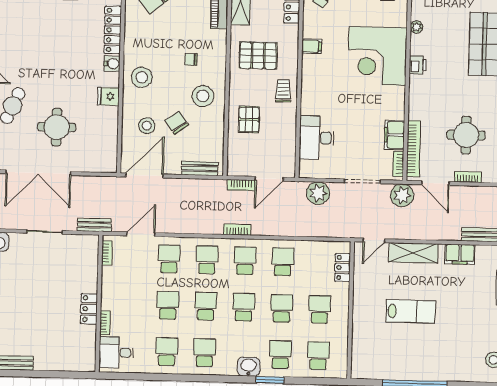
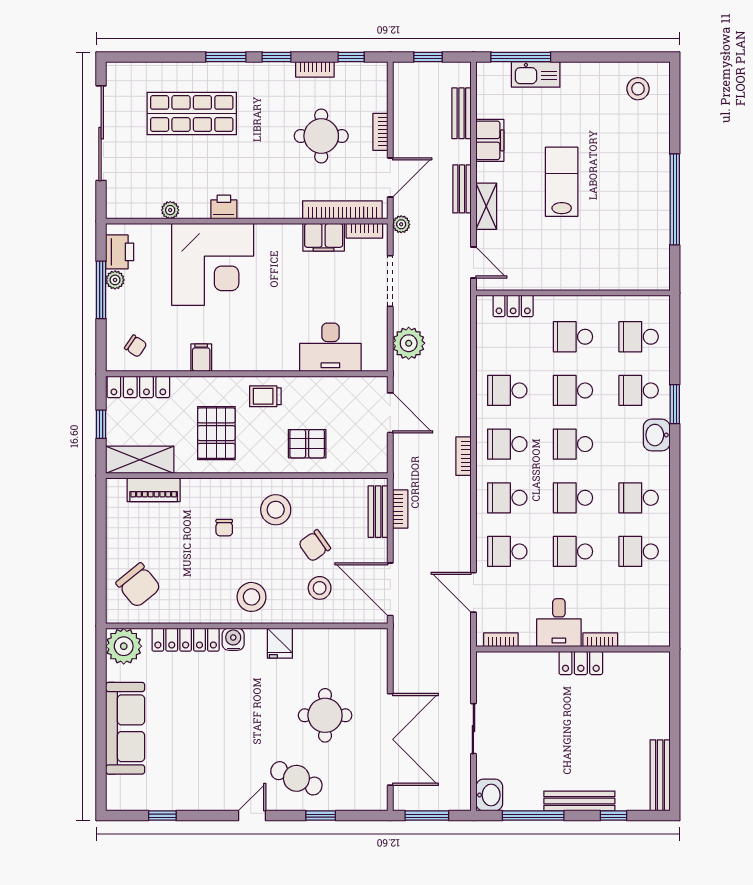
bookcase: (241, 185) -> (400, 509), moved
plant: (402, 195) -> (401, 224), width x0.53, depth x0.53
bench: (95, 225) -> (462, 189), moved
shelving: (413, 253) -> (486, 206), width x0.67, depth x0.75
lab bench: (411, 311) -> (562, 182), moved
desk: (116, 353) -> (559, 623), moved

